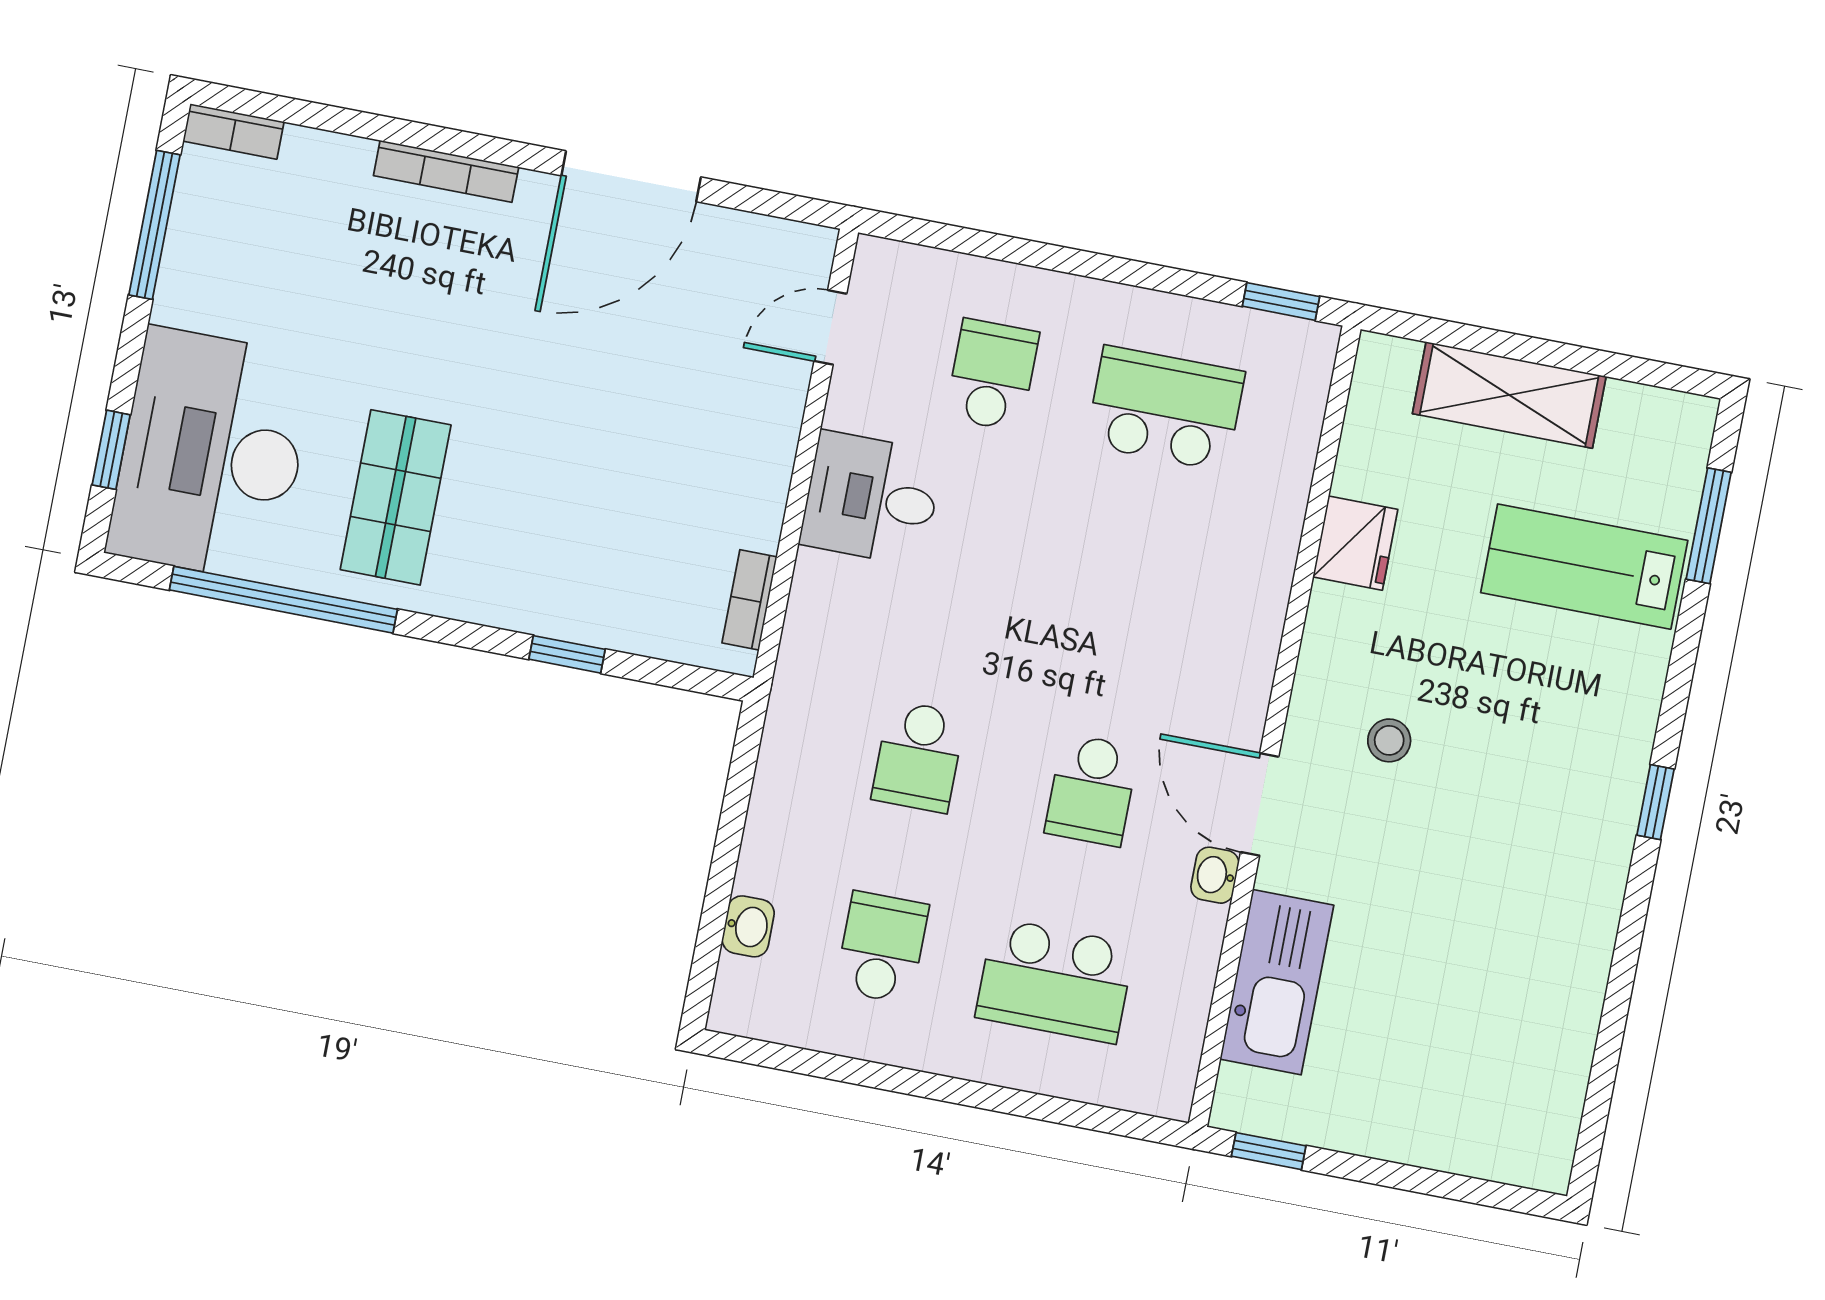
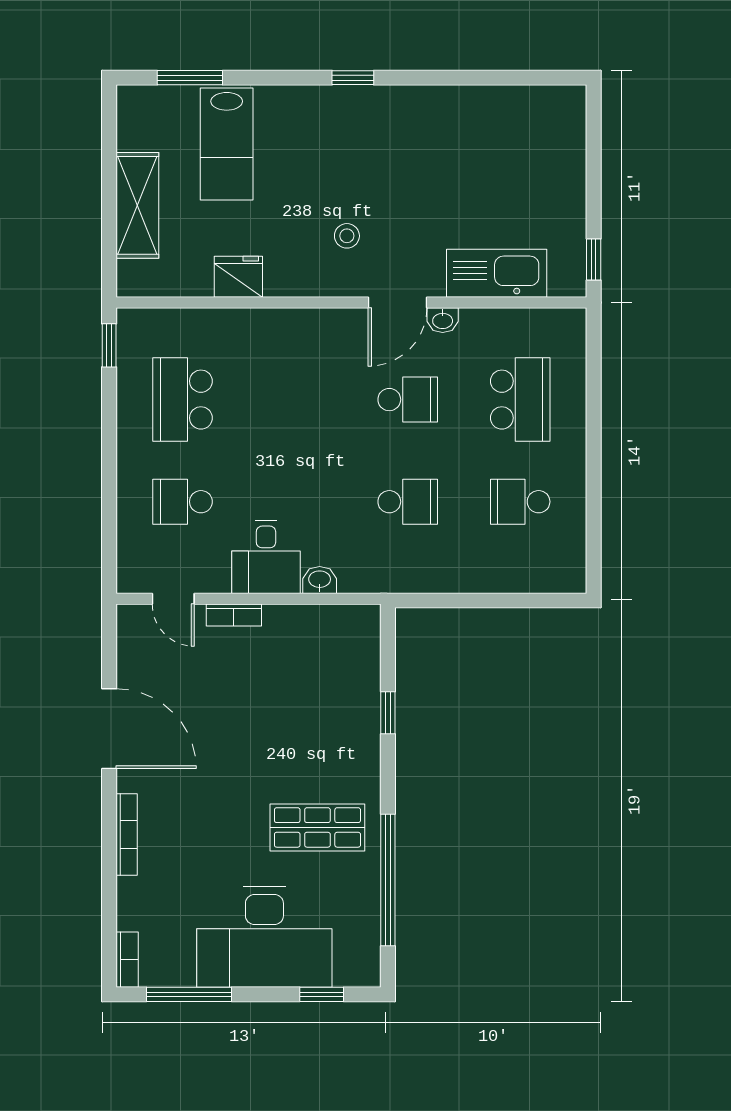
desk: (211, 455) -> (264, 937), moved
bookcase: (749, 600) -> (234, 615), moved
washbasin: (748, 926) -> (320, 580), moved

